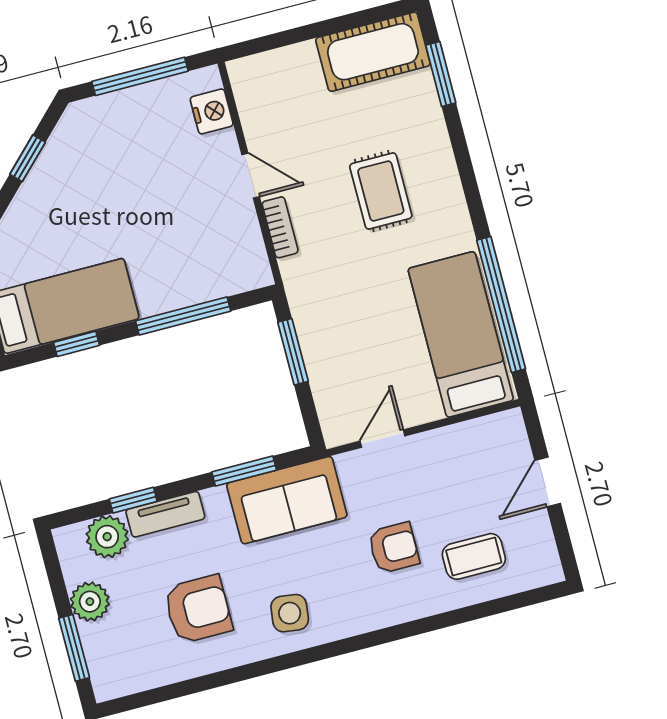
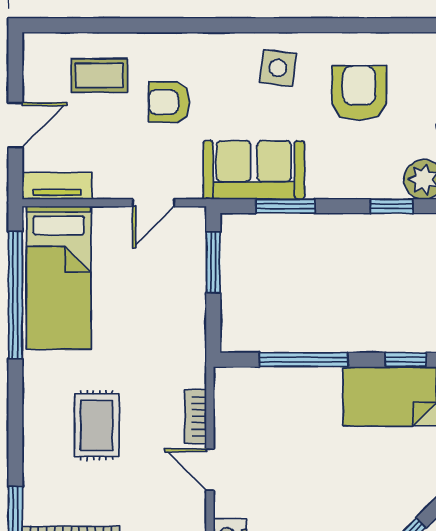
window: (293, 352) -> (213, 262), moved
tv unit: (165, 514) -> (57, 186), moved
armchair: (198, 609) -> (359, 93), turned 90

